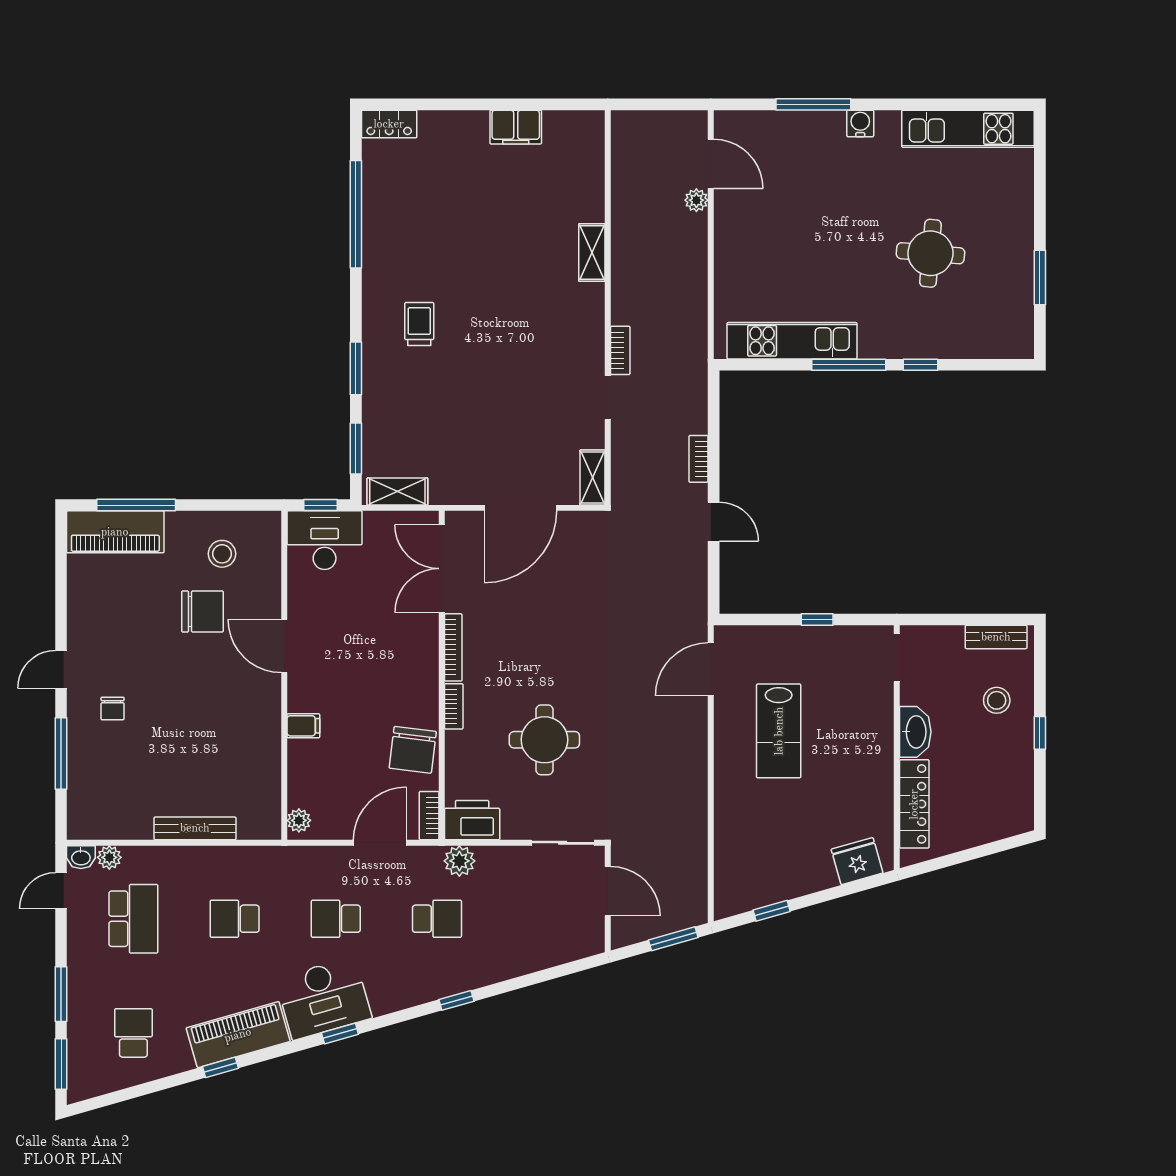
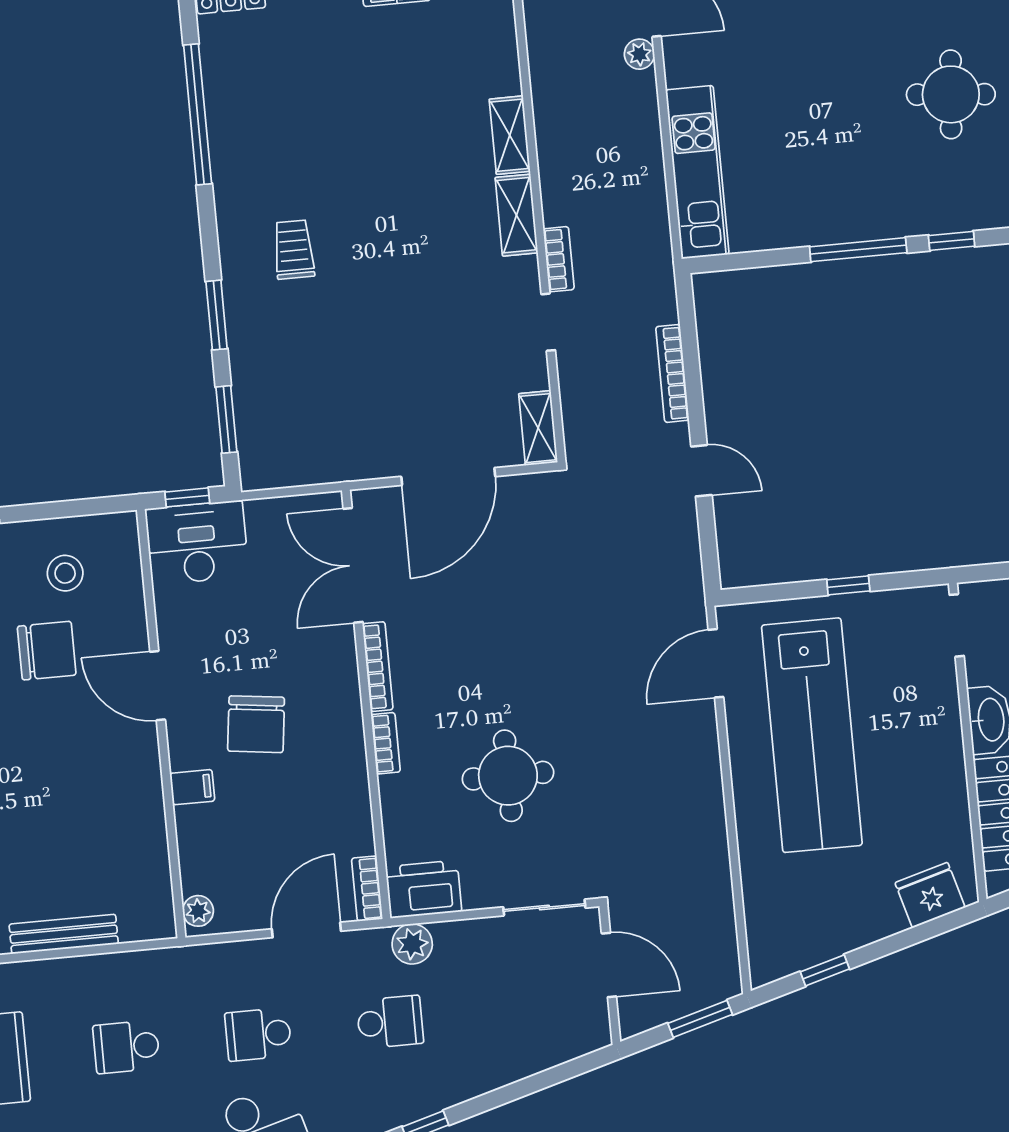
kitchen unit: (792, 341) -> (697, 172), moved, turned 90
bookcase: (698, 459) -> (672, 373), width x1.56
shelving: (397, 491) -> (516, 215), moved, turned 90
lab bench: (779, 731) -> (812, 735), width x1.86, depth x1.39
chair: (413, 750) -> (256, 724), moved

